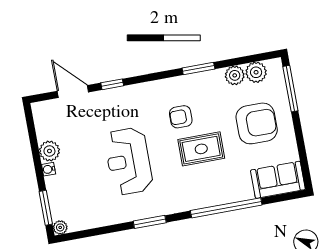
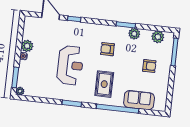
plant: (235, 75) -> (134, 34), moved
armchair: (257, 123) -> (149, 66), width x0.53, depth x0.53
rug: (201, 149) -> (104, 84), moved, turned 90
reception desk: (129, 161) -> (70, 65), turned 180
sofa: (278, 180) -> (139, 100), moved

